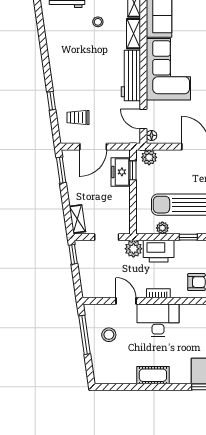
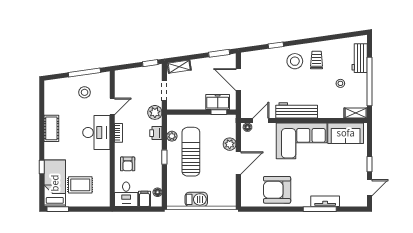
shelving: (134, 34) -> (331, 113), removed
stool: (71, 78) -> (295, 61), added
trolley: (78, 117) -> (317, 60), moved
plant: (149, 157) -> (230, 144), moved
printer: (159, 251) -> (156, 133), width x0.53, depth x0.68

